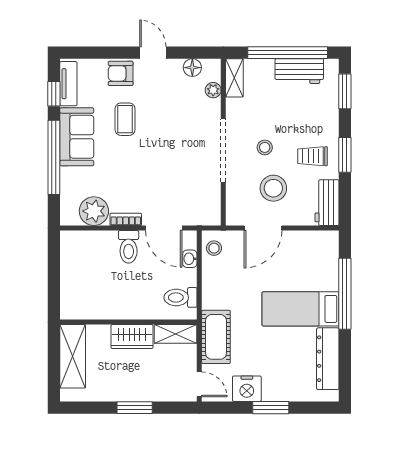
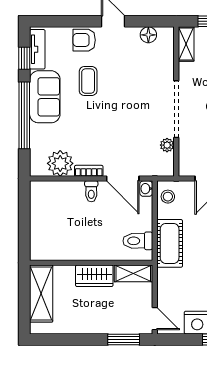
plant: (213, 90) -> (167, 145), moved
toilet: (129, 247) -> (91, 191), width x0.73, depth x0.72
washbasin: (190, 259) -> (146, 189), moved
cot: (216, 337) -> (170, 243), moved
window: (135, 408) -> (124, 339), moved

